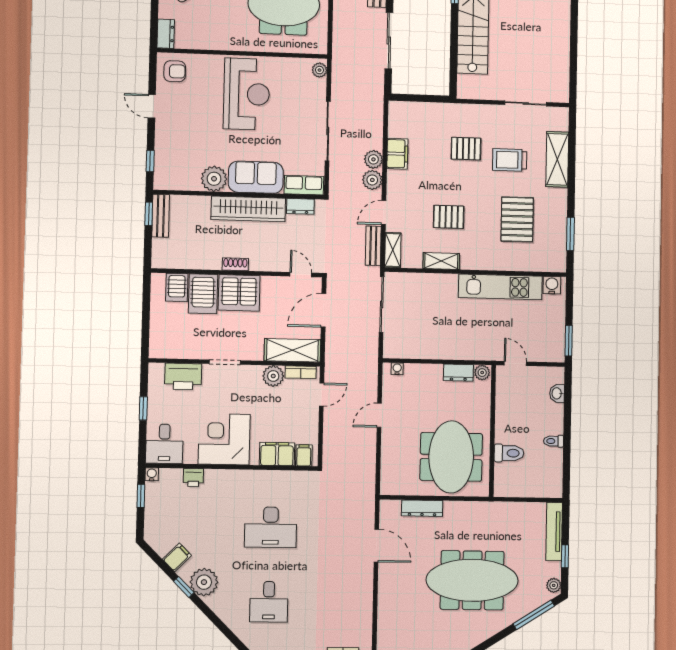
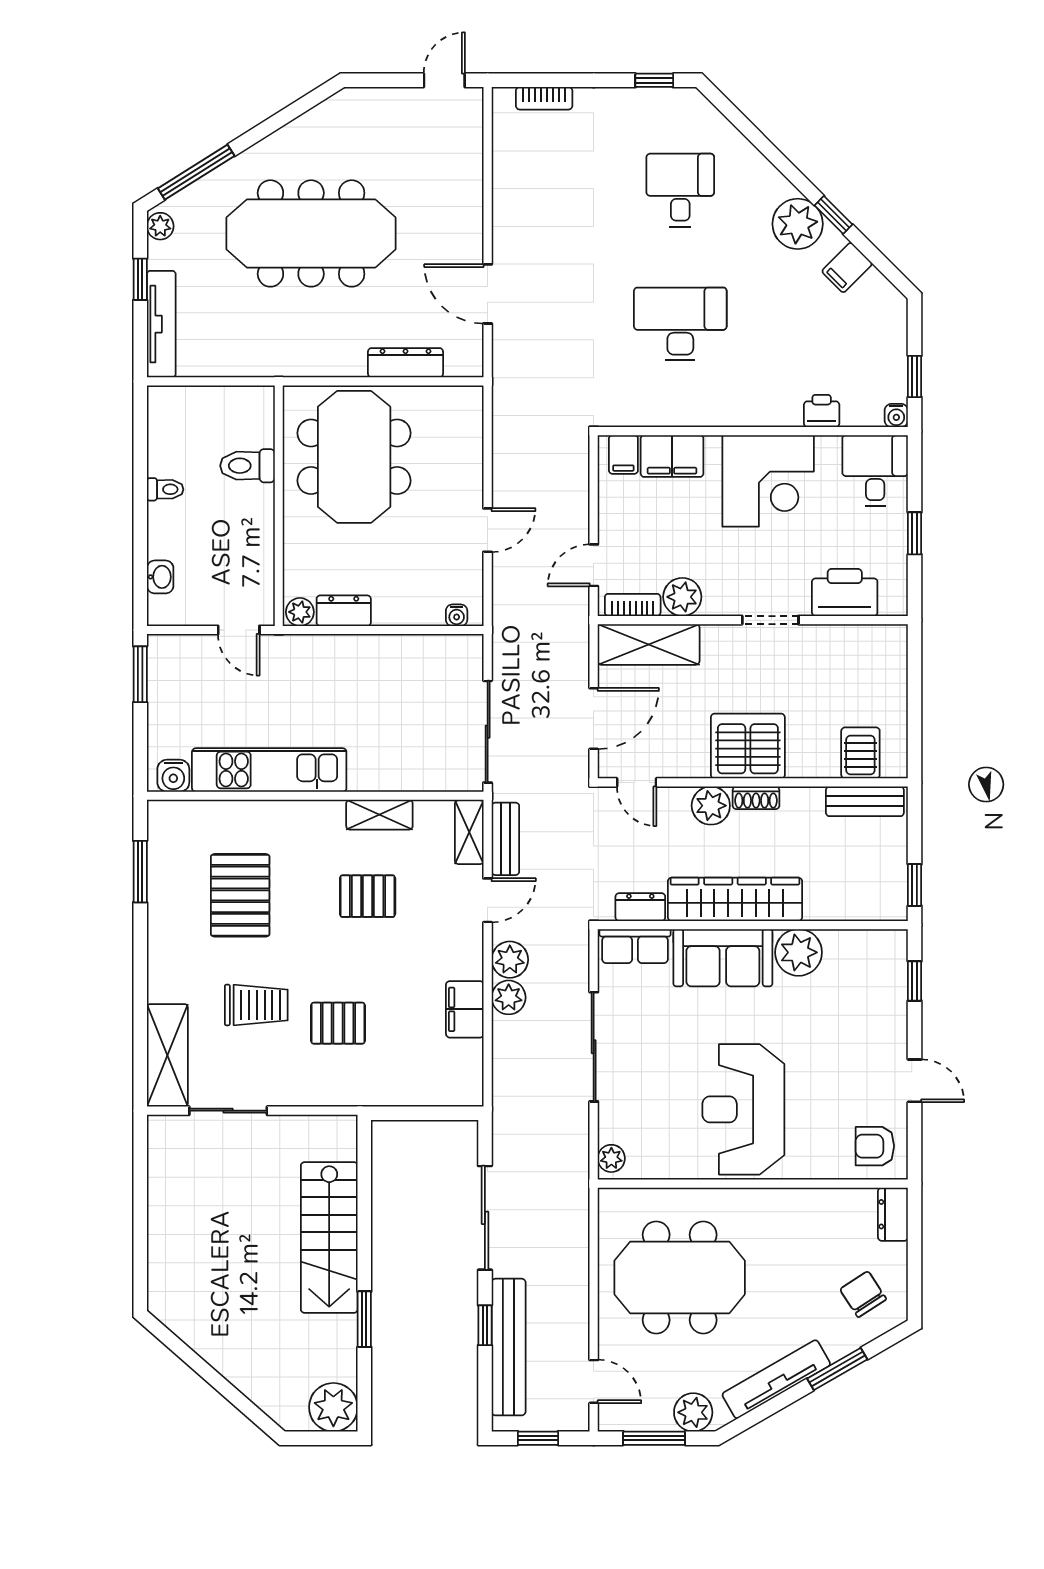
shelving: (557, 159) -> (167, 1055), moved
bench: (161, 216) -> (865, 801), moved, turned 90
plant: (260, 261) -> (711, 806), added
server rack: (203, 294) -> (813, 743), removed

